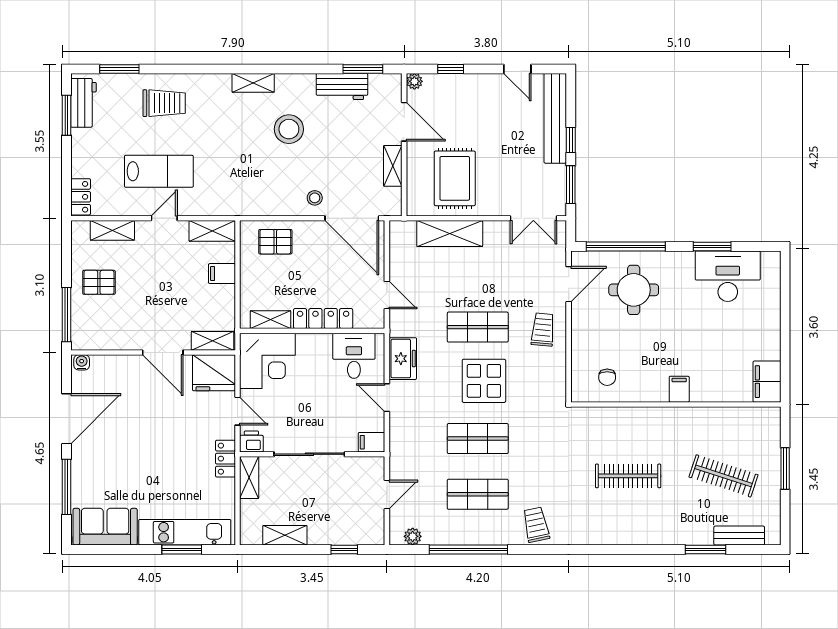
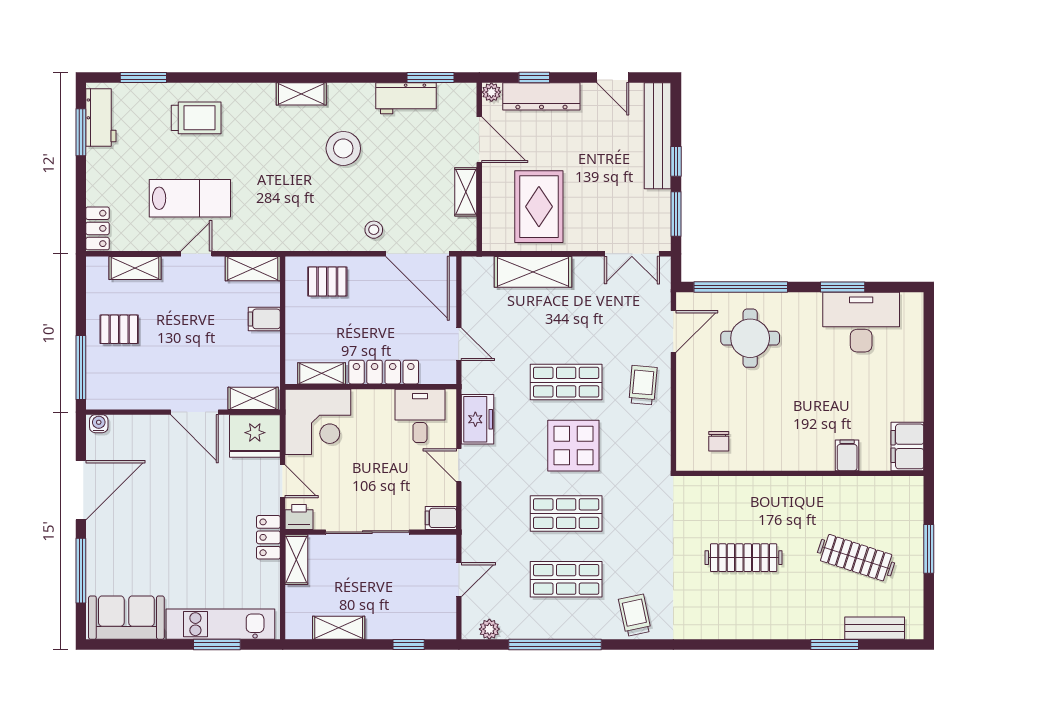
dresser: (457, 85) -> (541, 96), added
filing cabinet: (679, 389) -> (847, 455), moved

